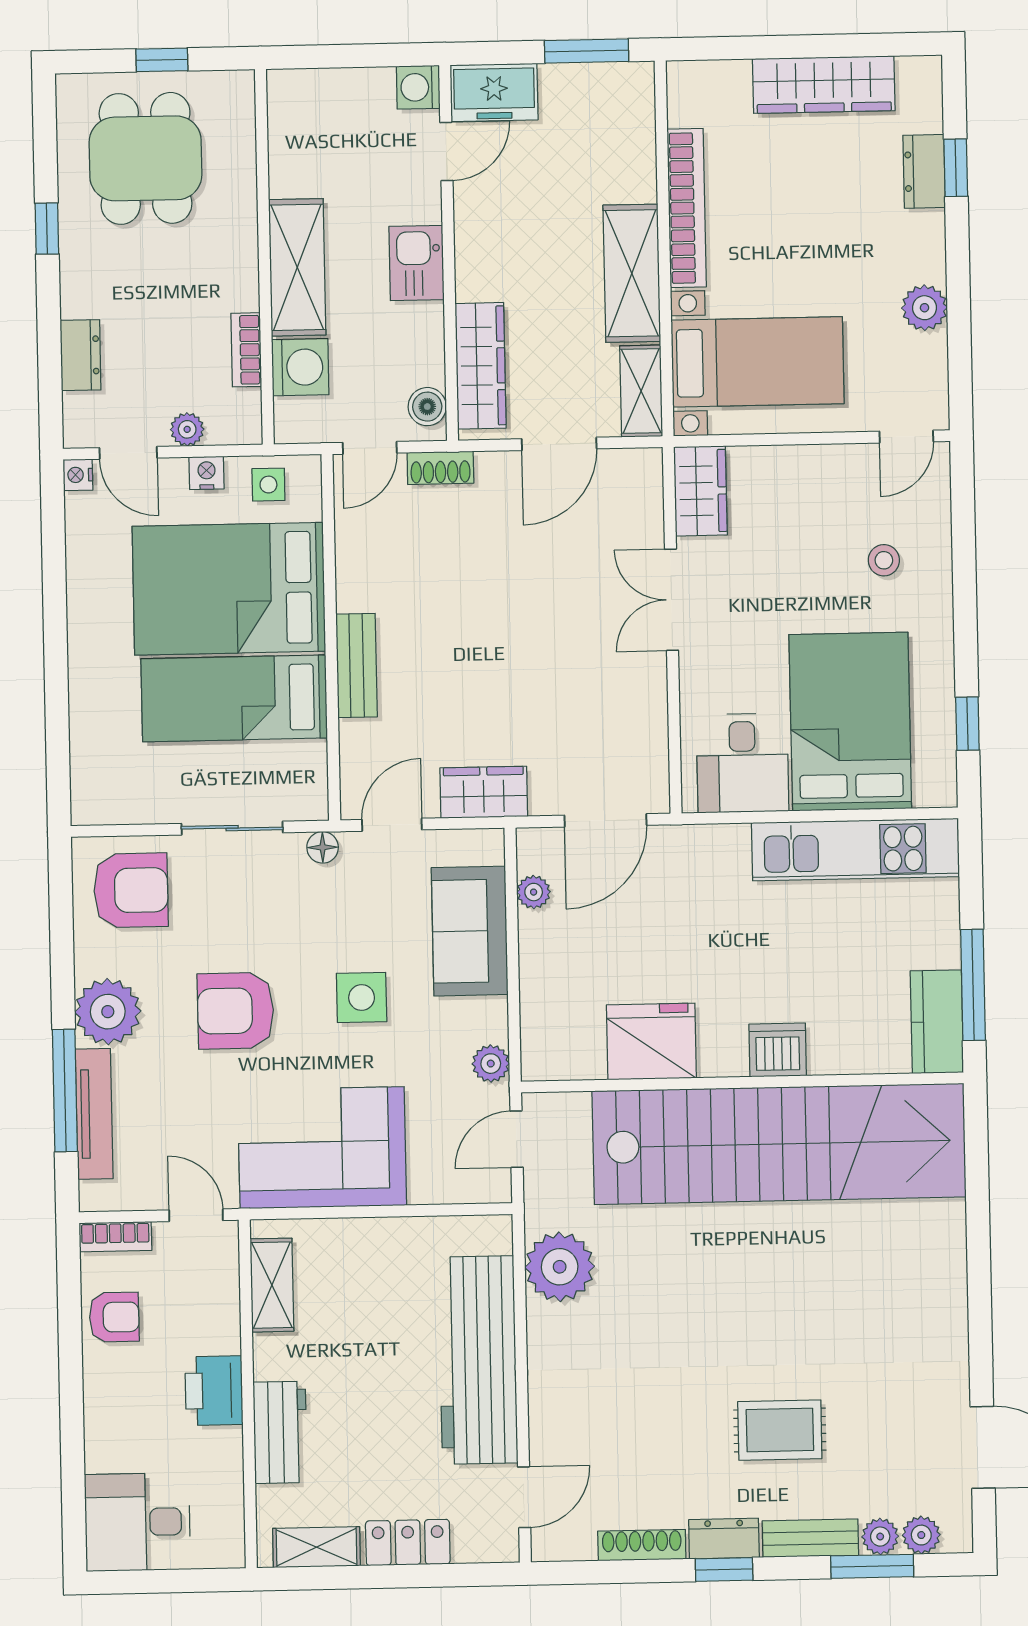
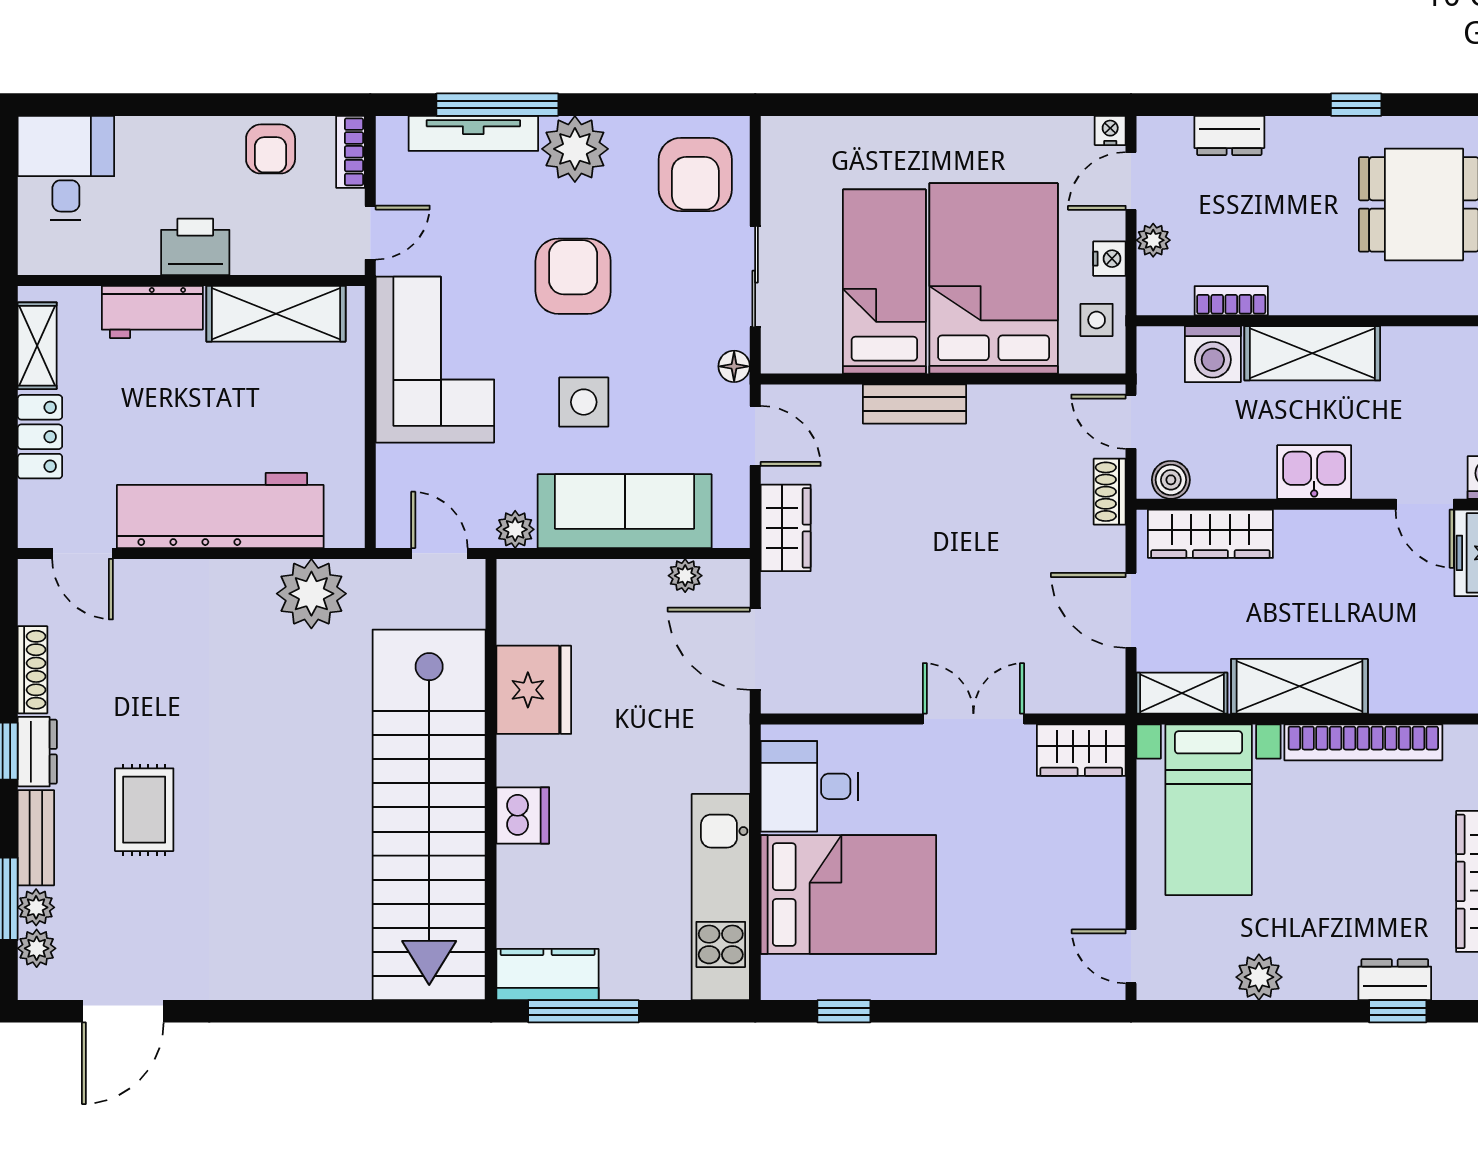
stool: (884, 560) -> (1008, 931), removed
sofa: (470, 931) -> (625, 511), width x1.36
shelving: (272, 1285) -> (276, 314), width x1.50, depth x1.33

